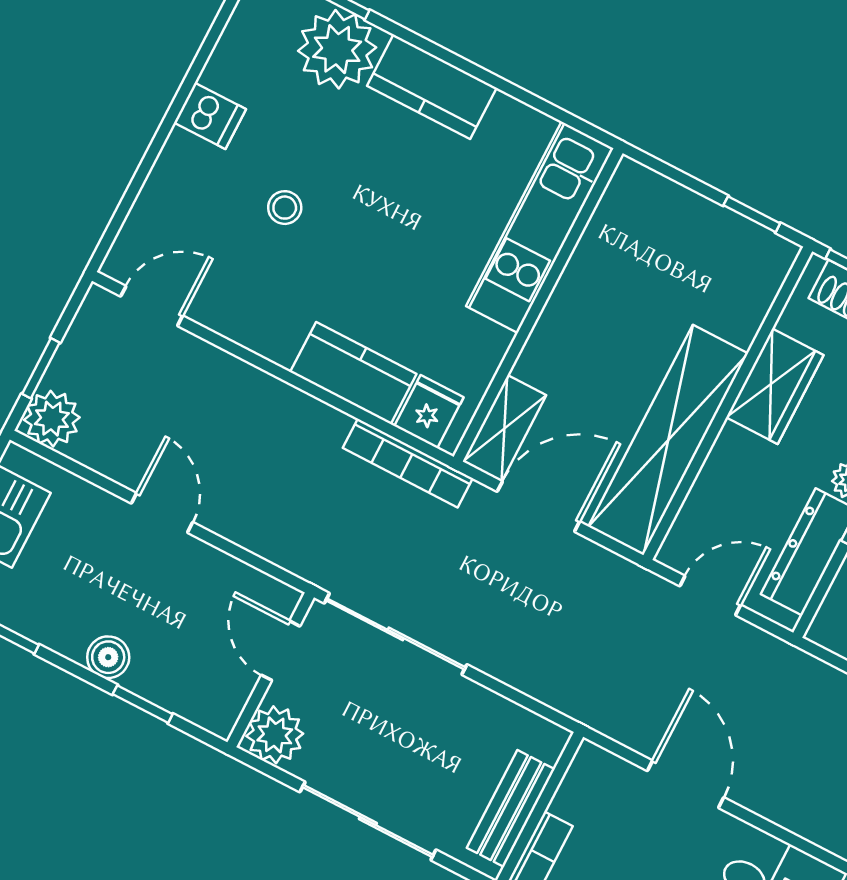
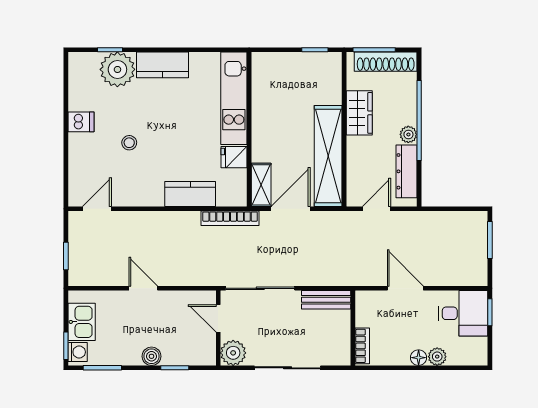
fridge: (429, 412) -> (234, 157), moved, turned -90
plant: (52, 419) -> (80, 274), removed
bench: (511, 809) -> (326, 300), moved, turned 90

